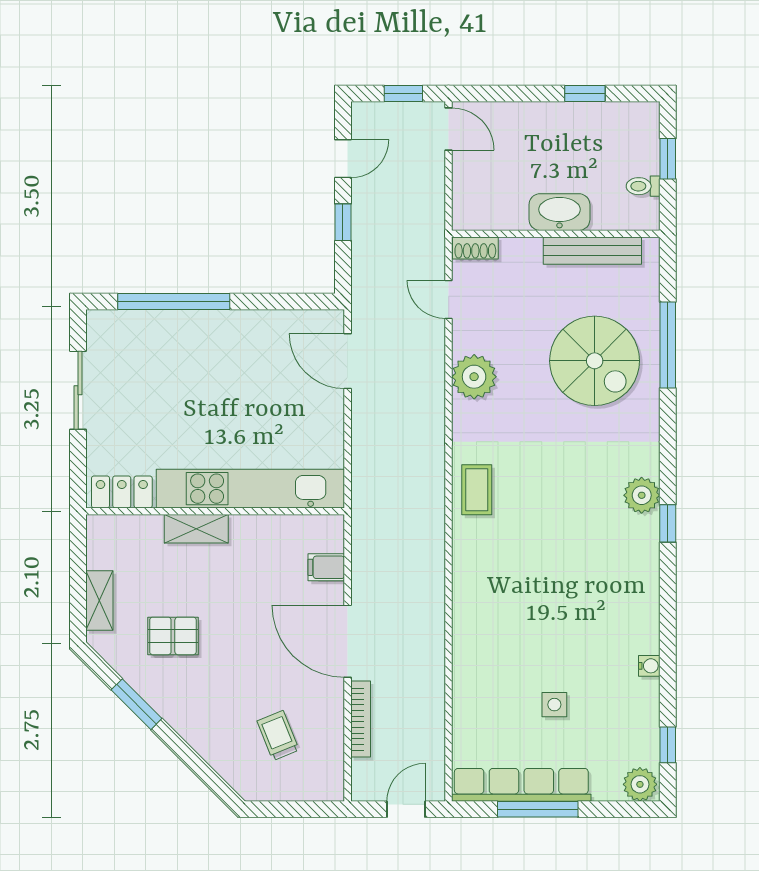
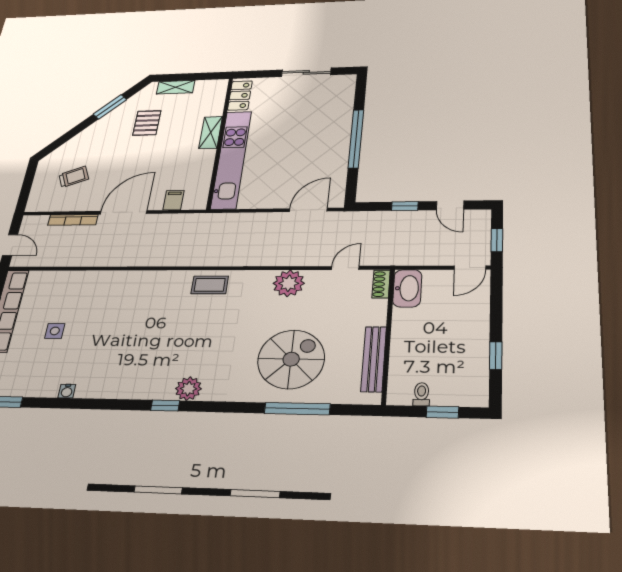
washbasin: (559, 212) -> (407, 288), moved
window: (174, 302) -> (356, 139), moved
spiral stairs: (595, 361) -> (291, 359), turned 180

